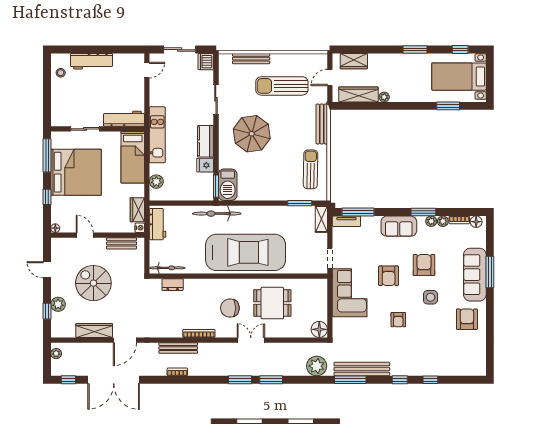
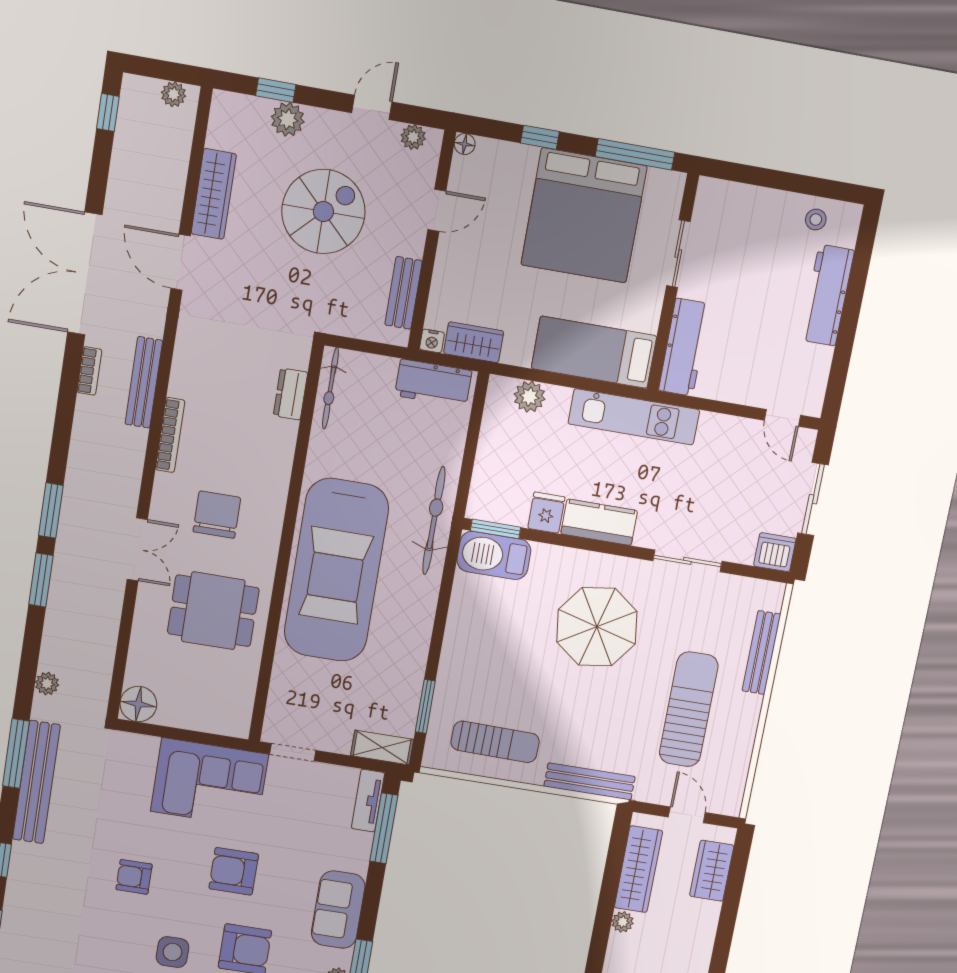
plant: (56, 250) -> (413, 137), added
dining table: (272, 303) -> (213, 611), turned 90
plant: (317, 366) -> (47, 684), width x0.53, depth x0.53
double door: (114, 380) -> (85, 274), moved

